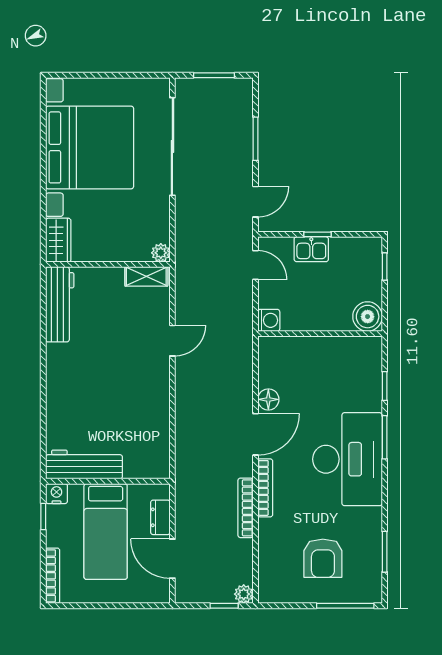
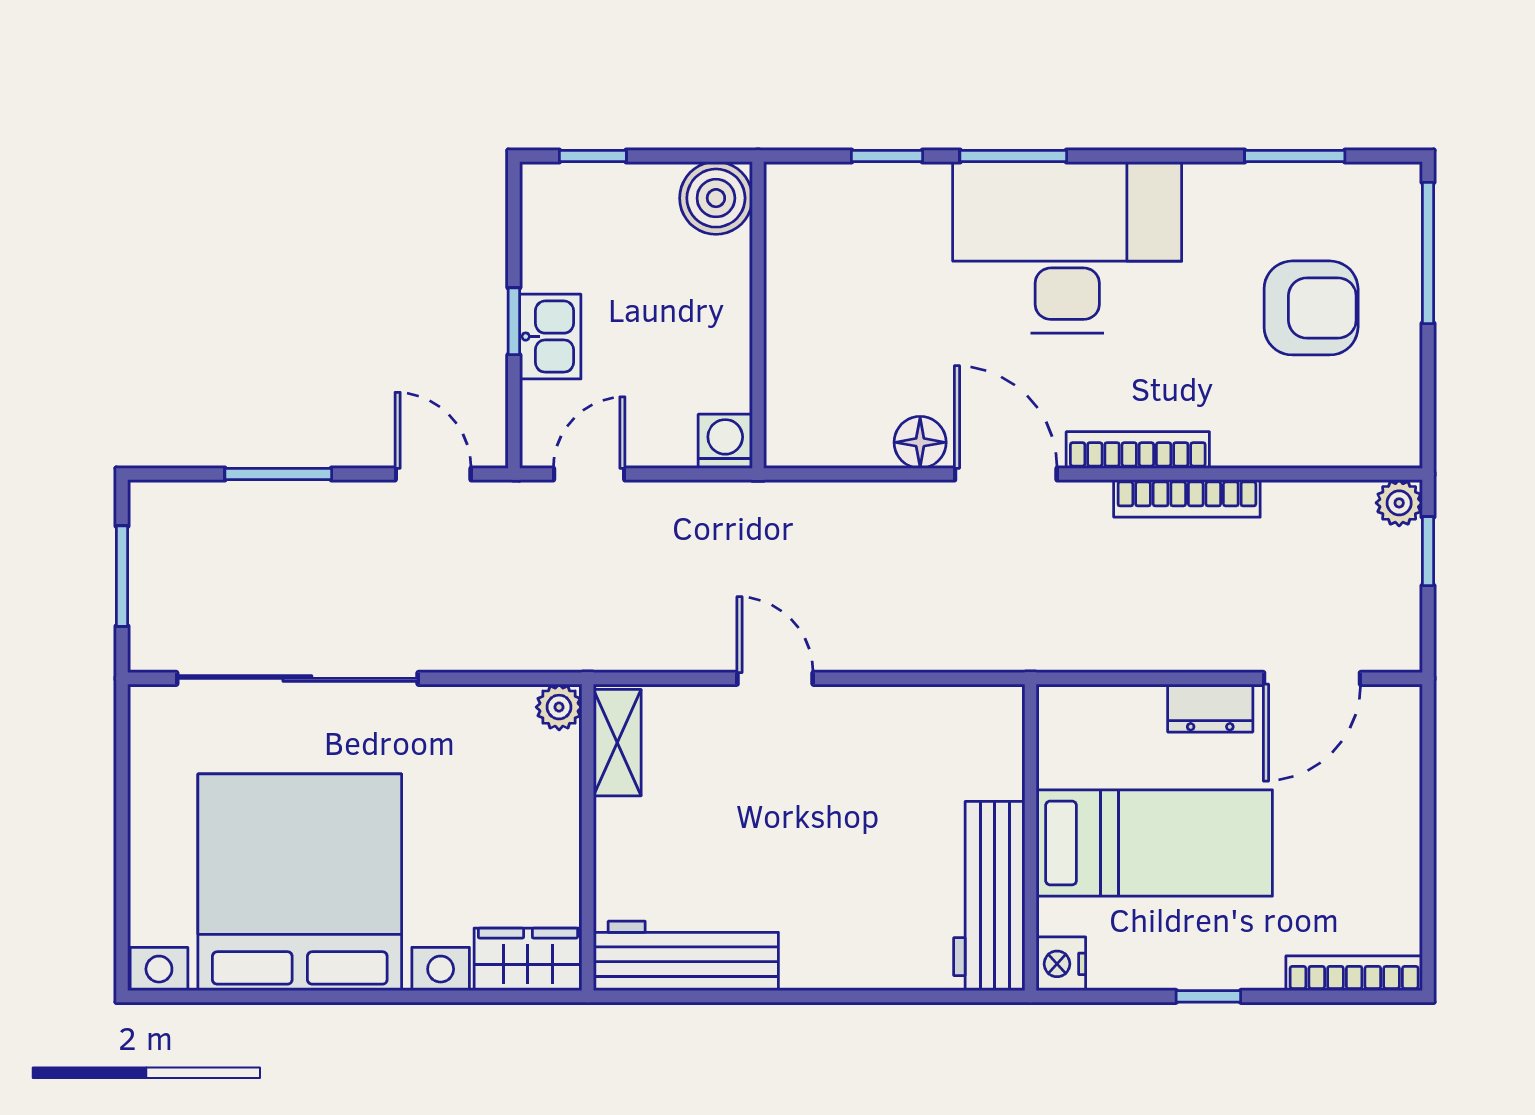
workbench: (84, 464) -> (989, 896), moved
wall: (108, 481) -> (1031, 837), moved
nightstand: (56, 494) -> (1061, 964), moved
bed: (106, 532) -> (1154, 843), moved

